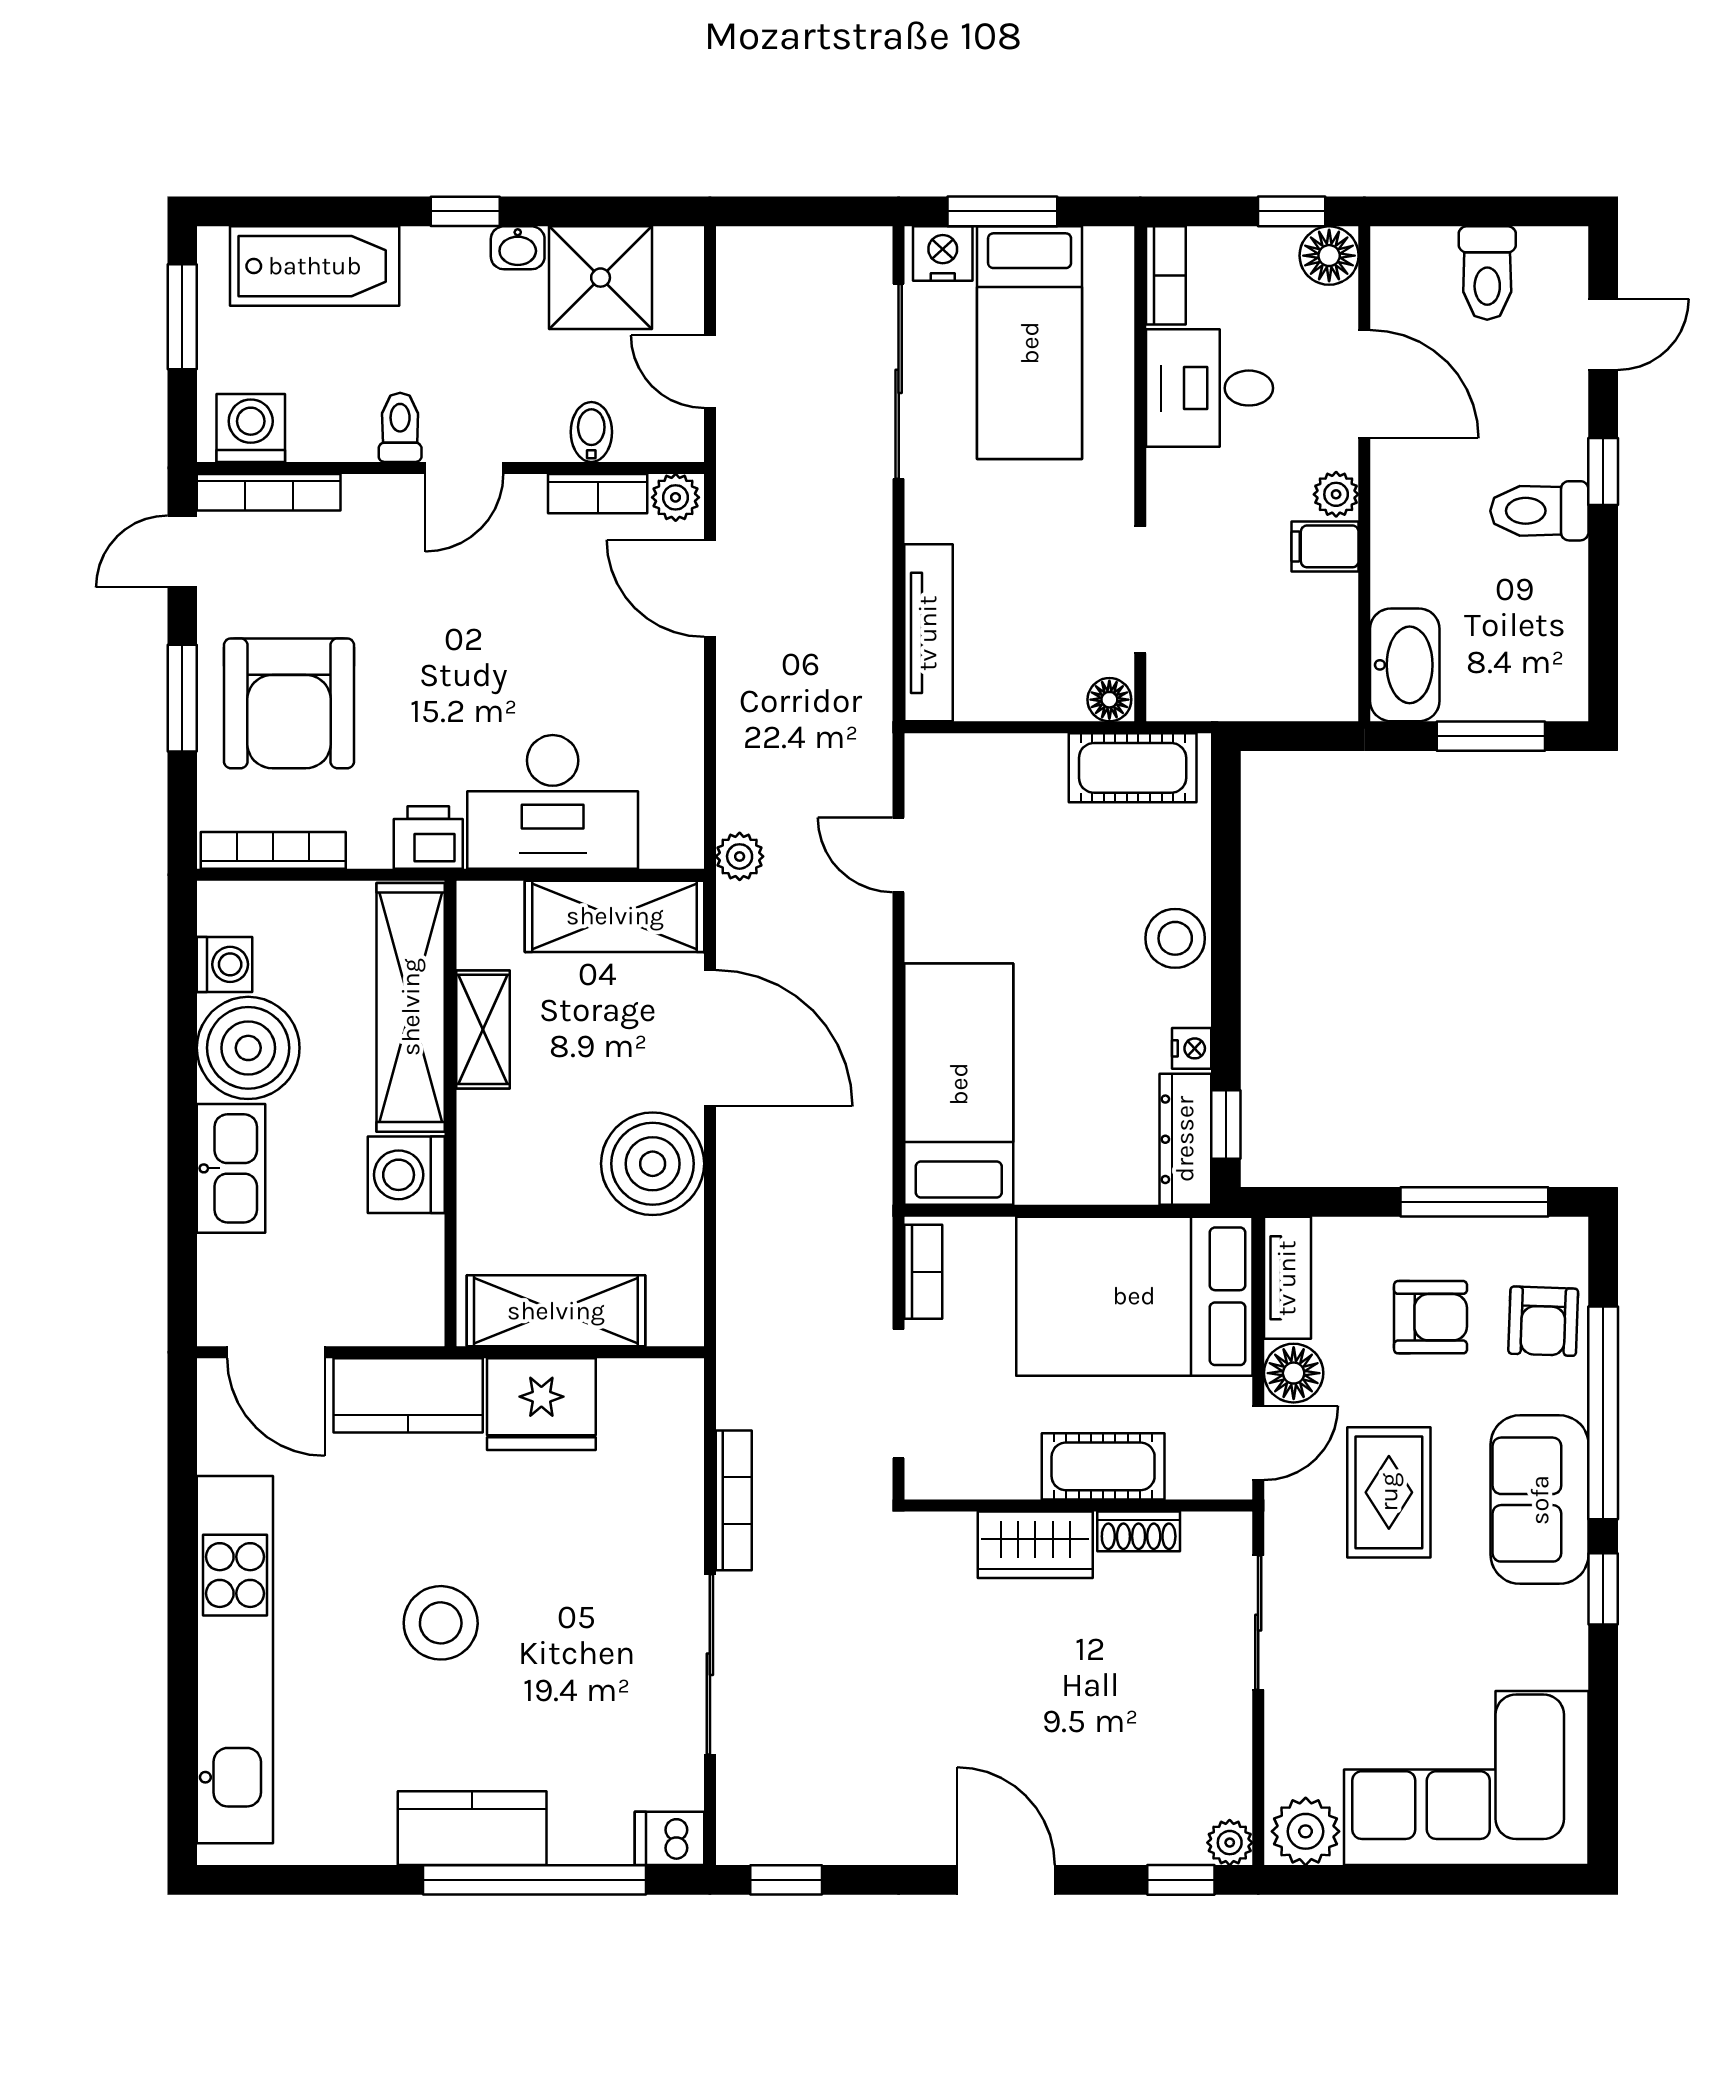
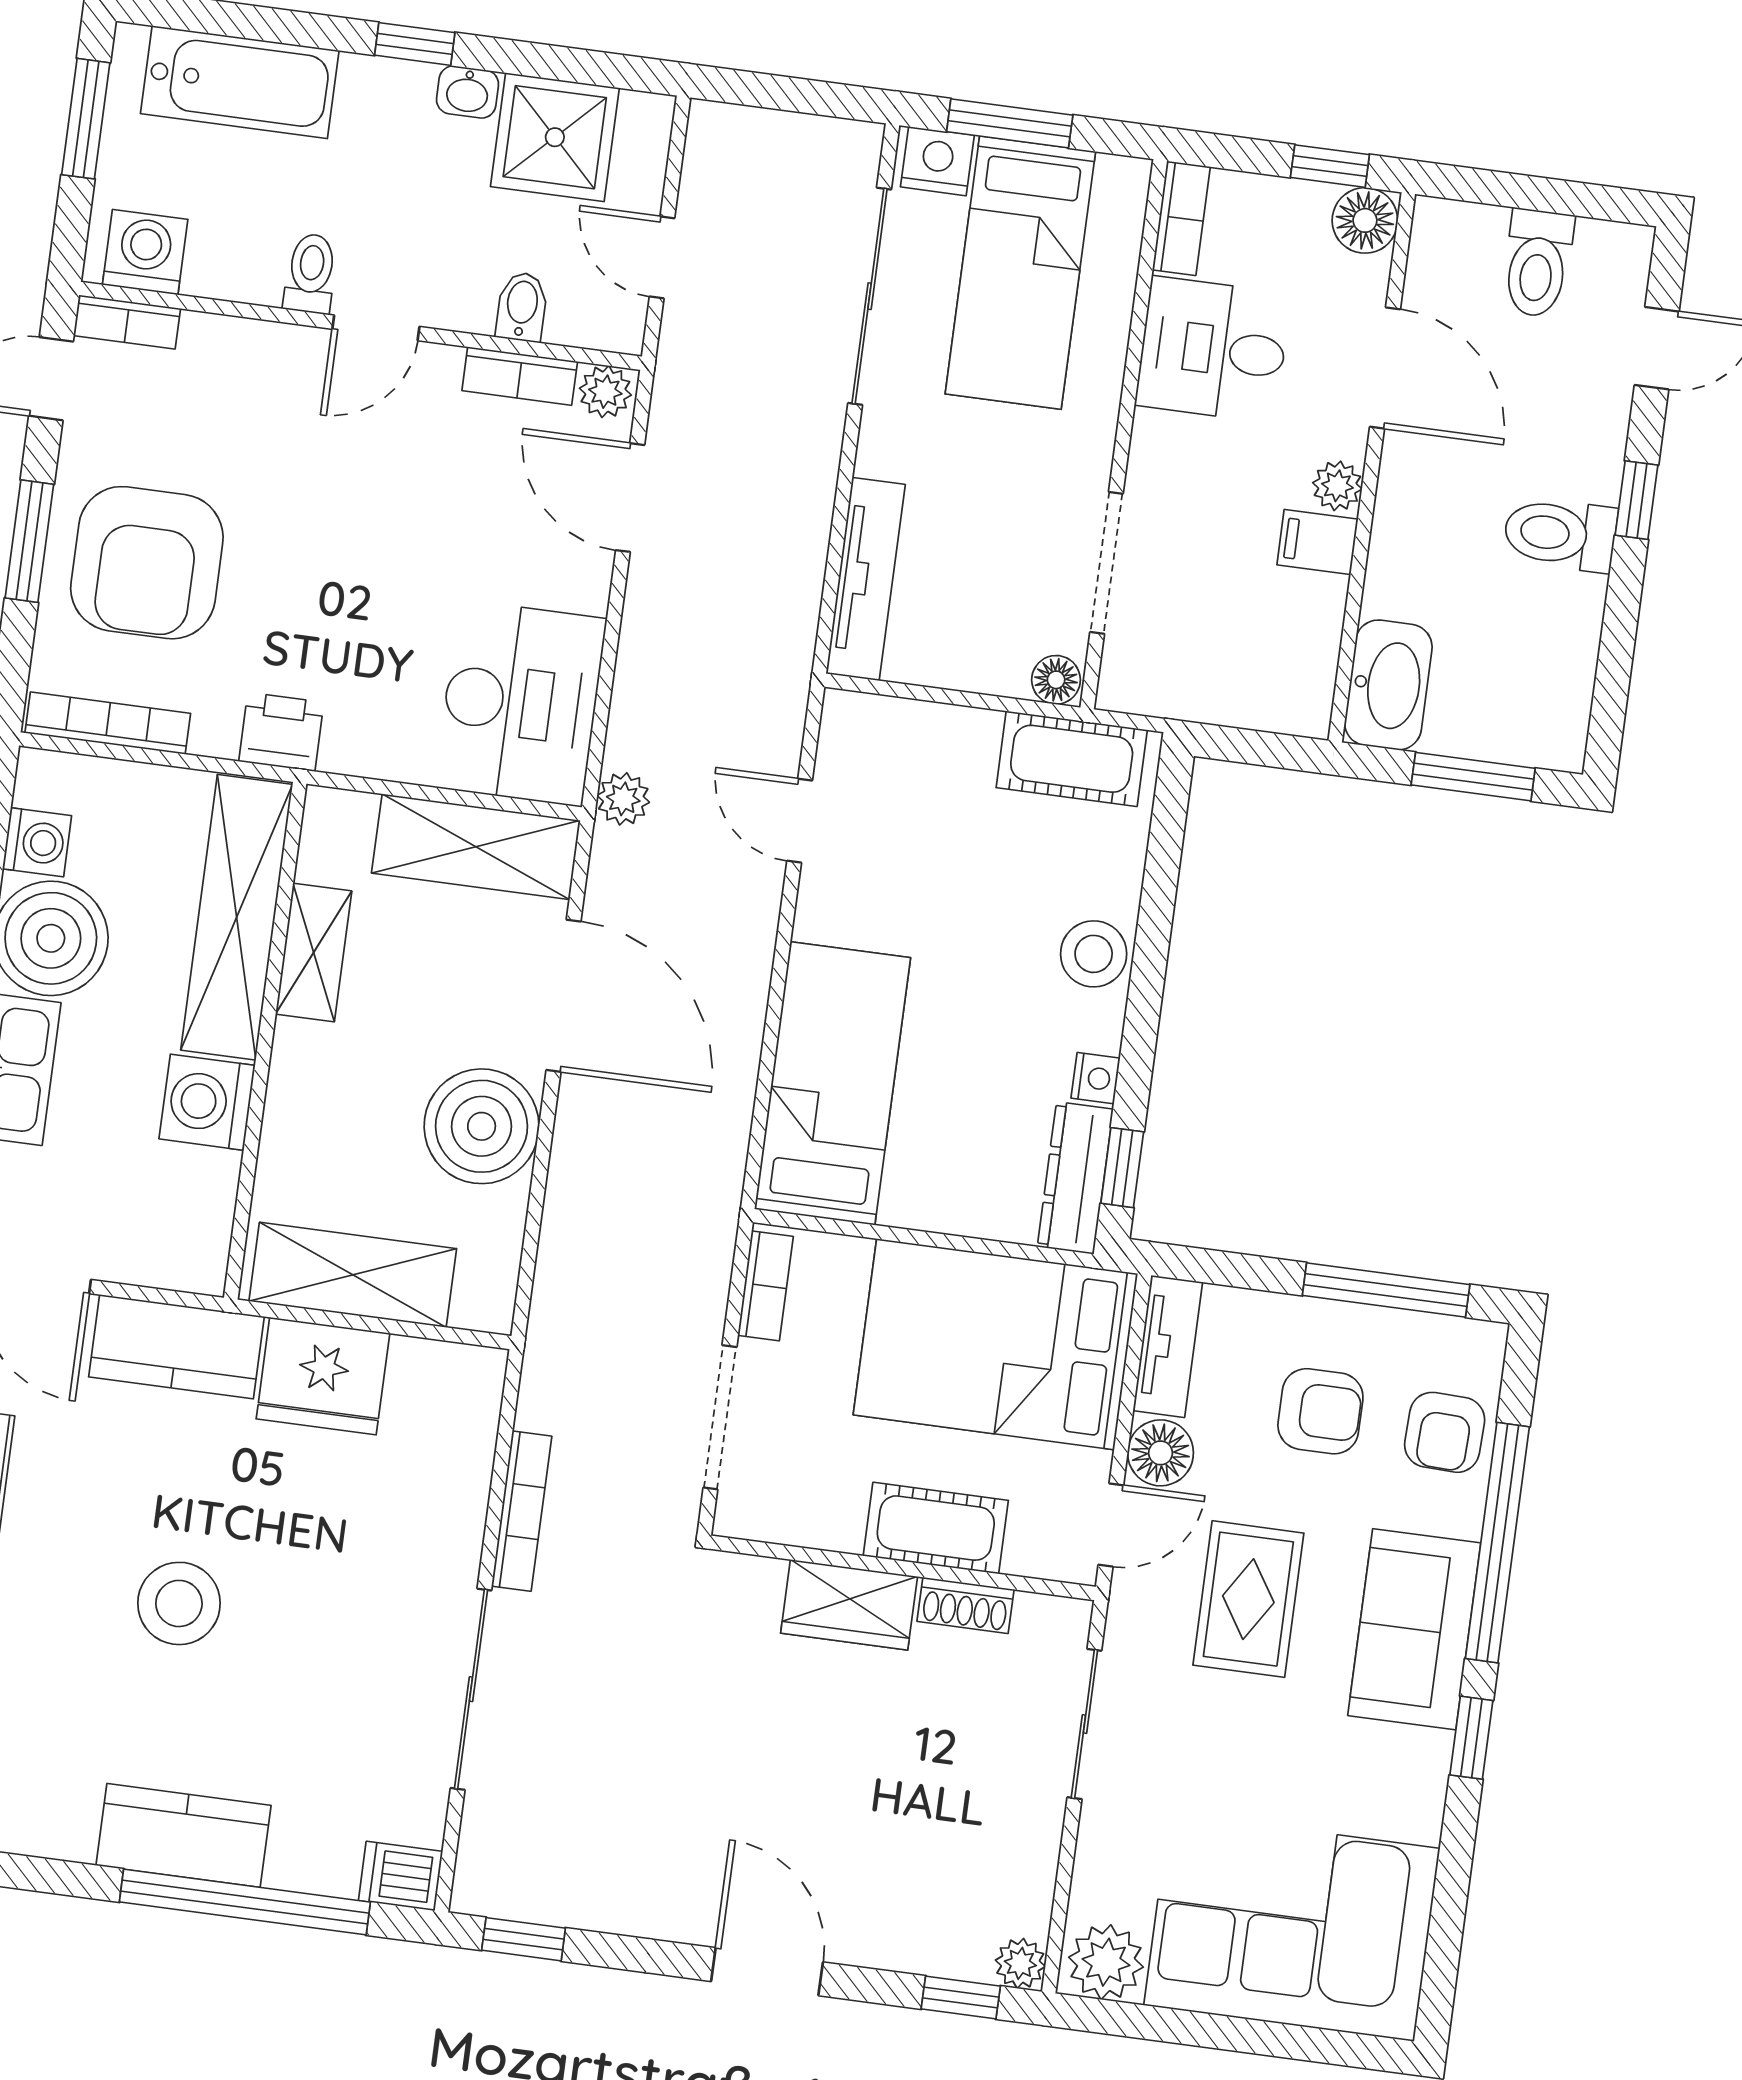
bookcase: (269, 492) -> (127, 322), width x0.64
desk: (553, 802) -> (521, 703), moved, turned -90

